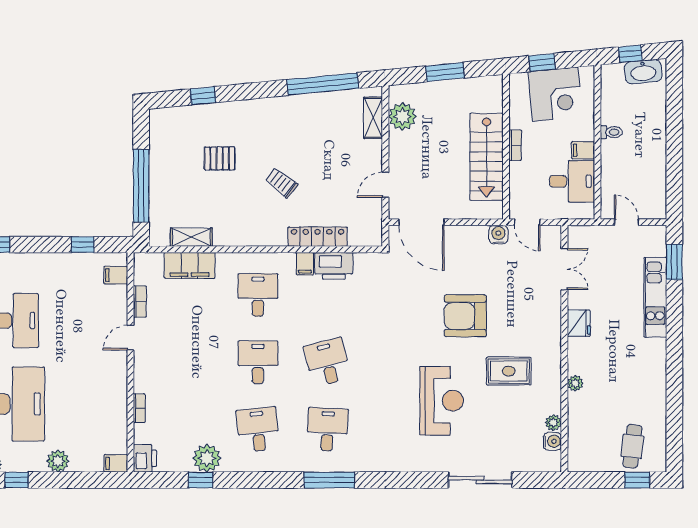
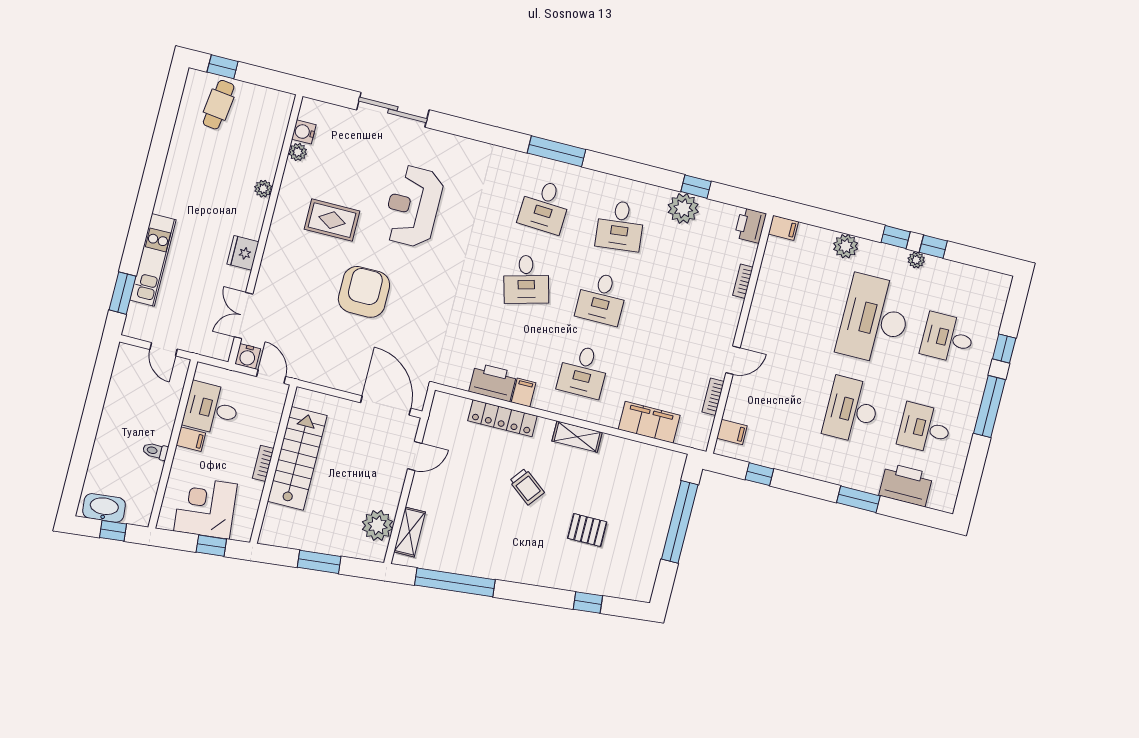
water cooler: (498, 235) -> (248, 356), moved
shelving: (191, 237) -> (577, 437), moved
armchair: (465, 316) -> (364, 292), turned -90

